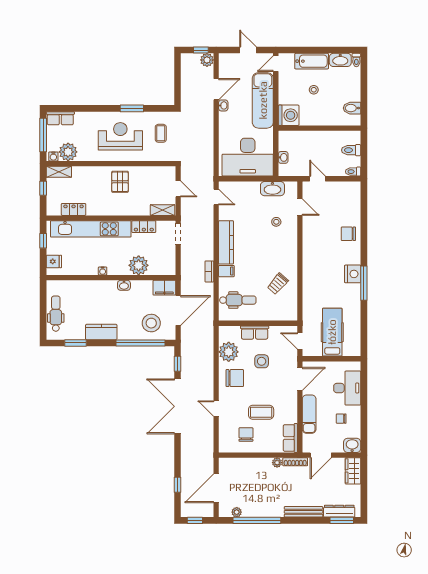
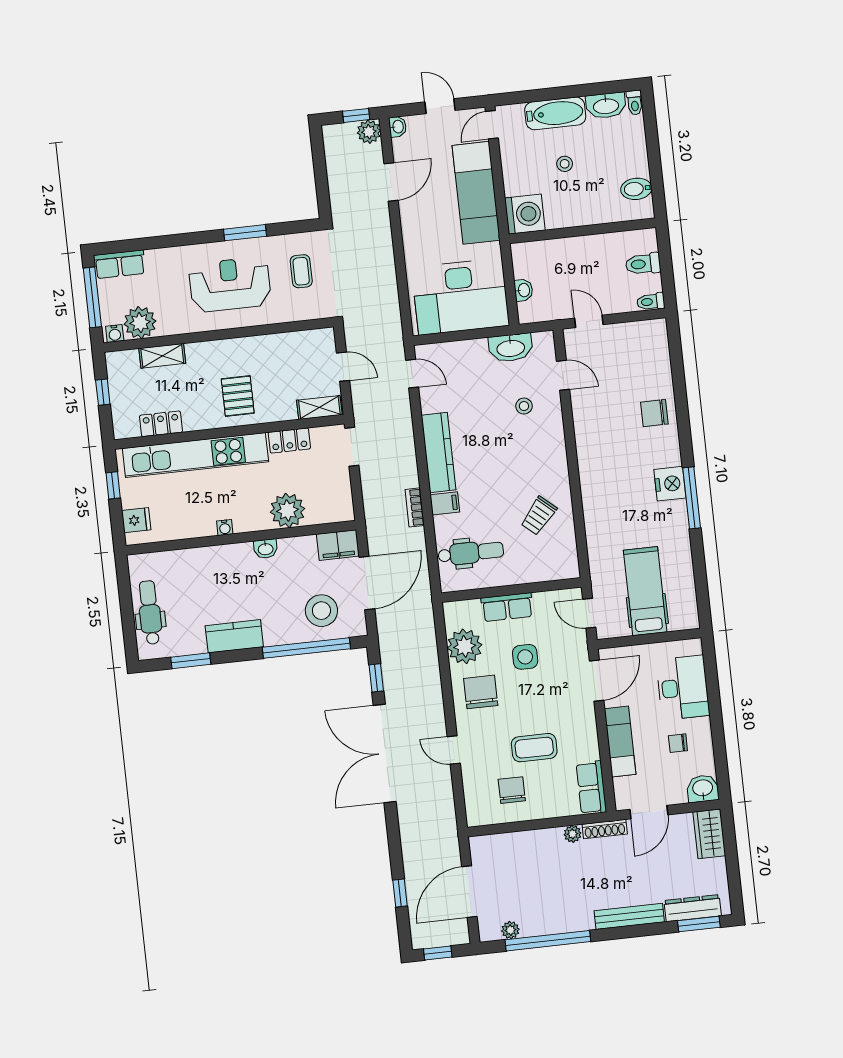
washbasin: (223, 105) -> (398, 127), moved
shelving: (59, 172) -> (162, 356), moved
pallet: (120, 182) -> (238, 396), moved
chair: (235, 378) -> (481, 692), turned -90

